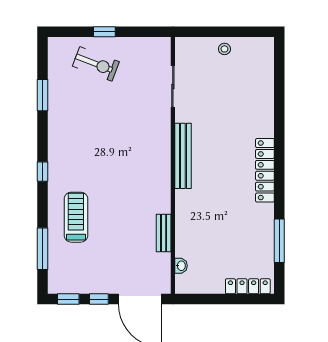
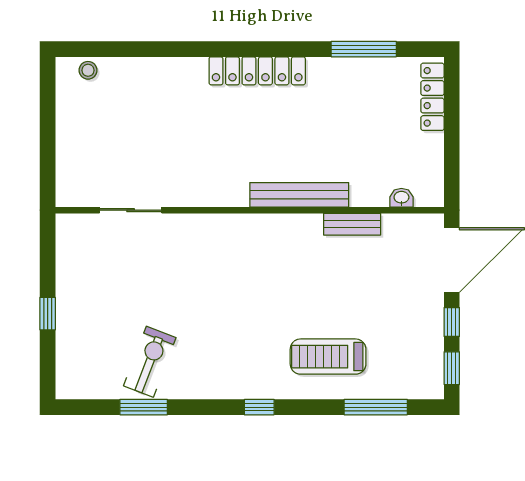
stool: (224, 49) -> (88, 70), moved
exercise bike: (96, 64) -> (150, 362), moved
bench: (183, 156) -> (299, 195), moved

